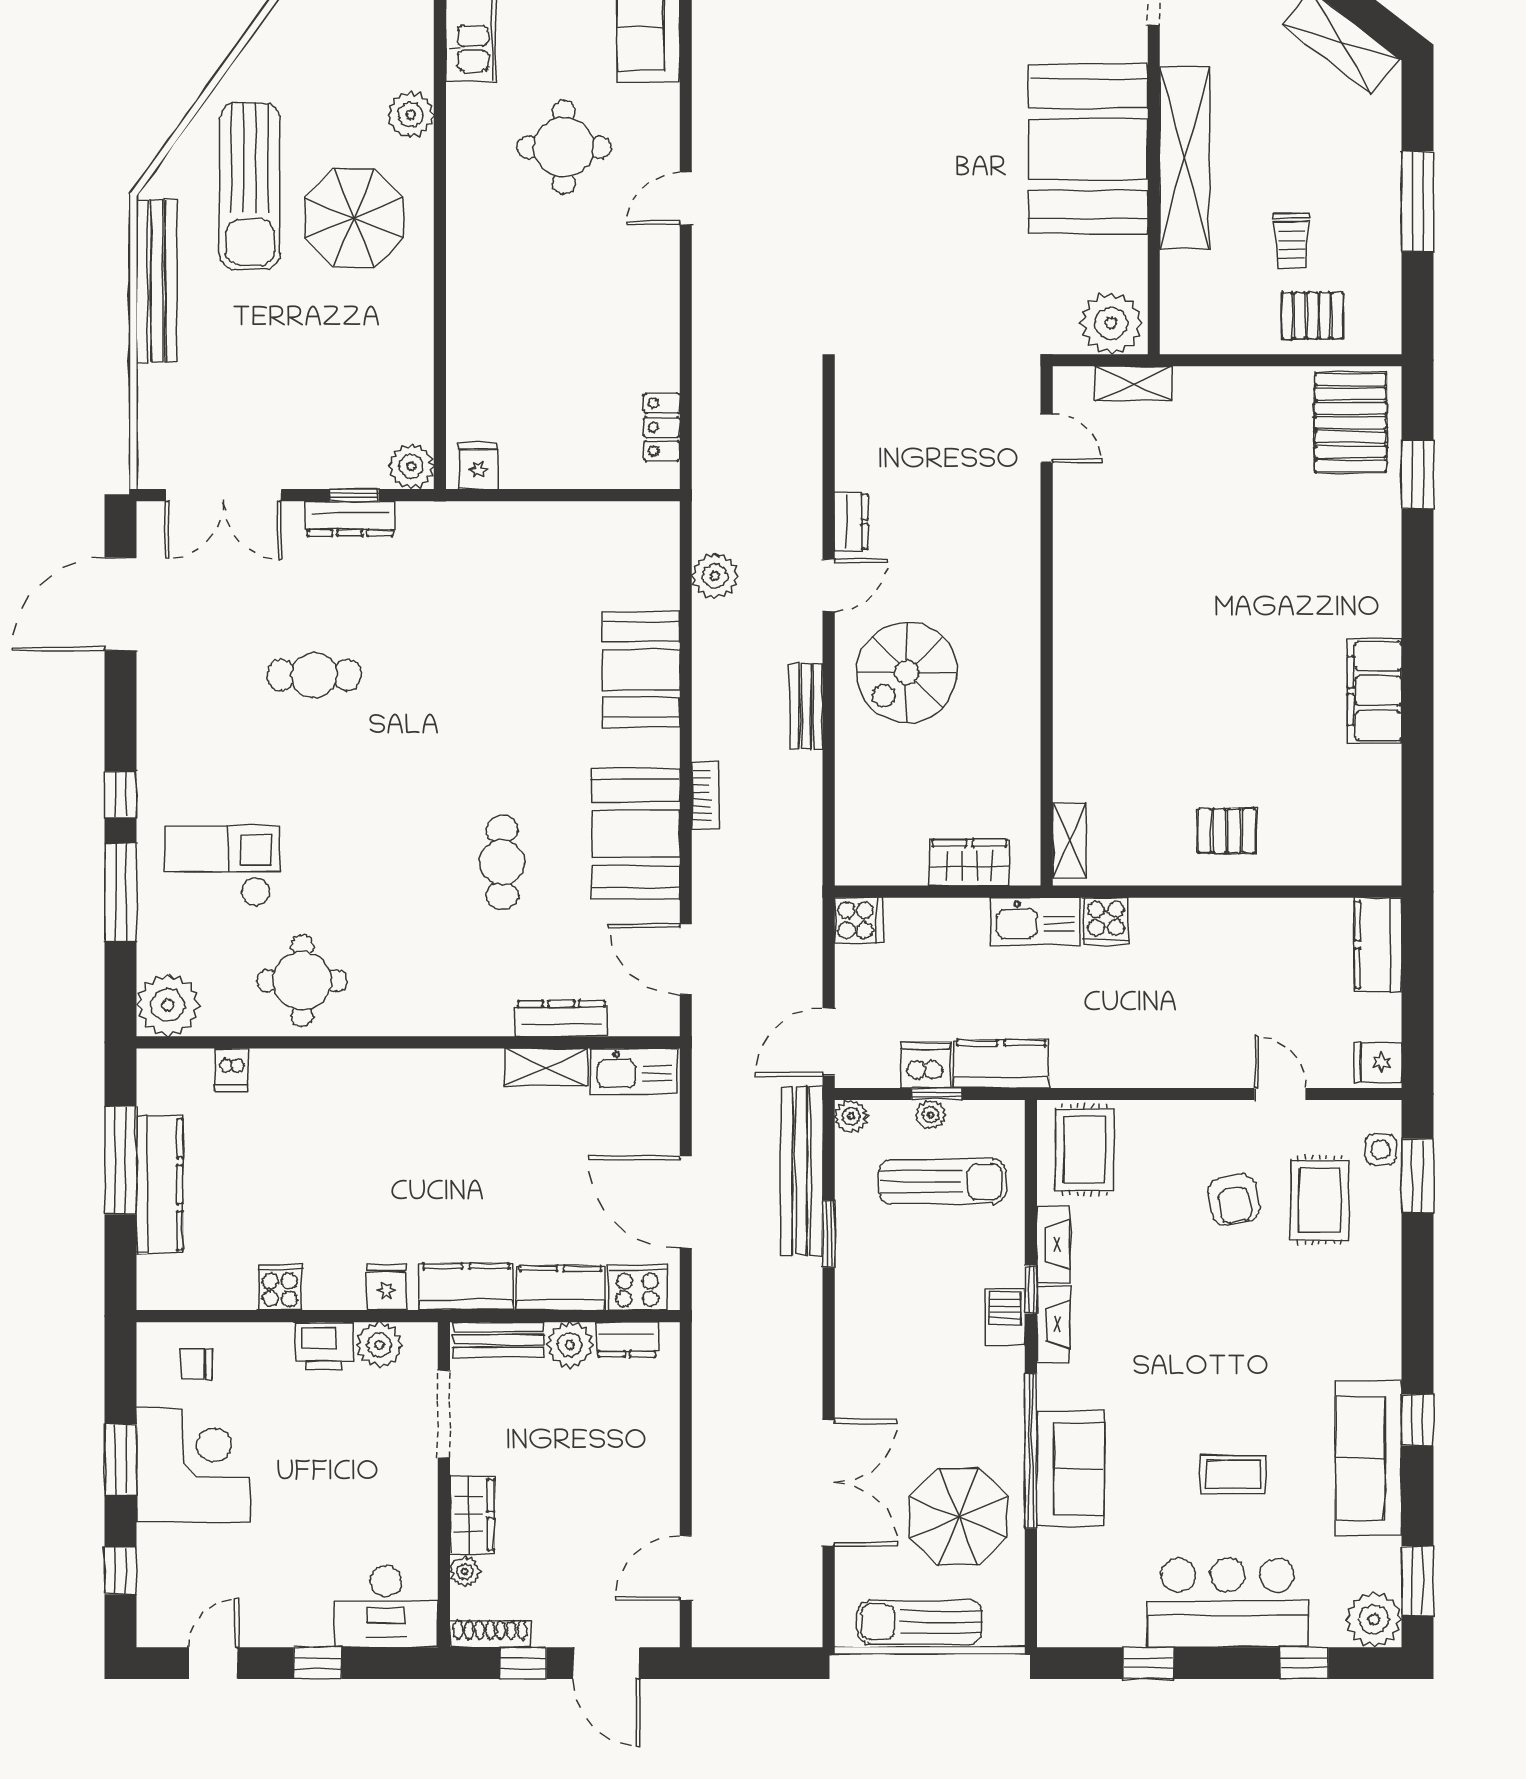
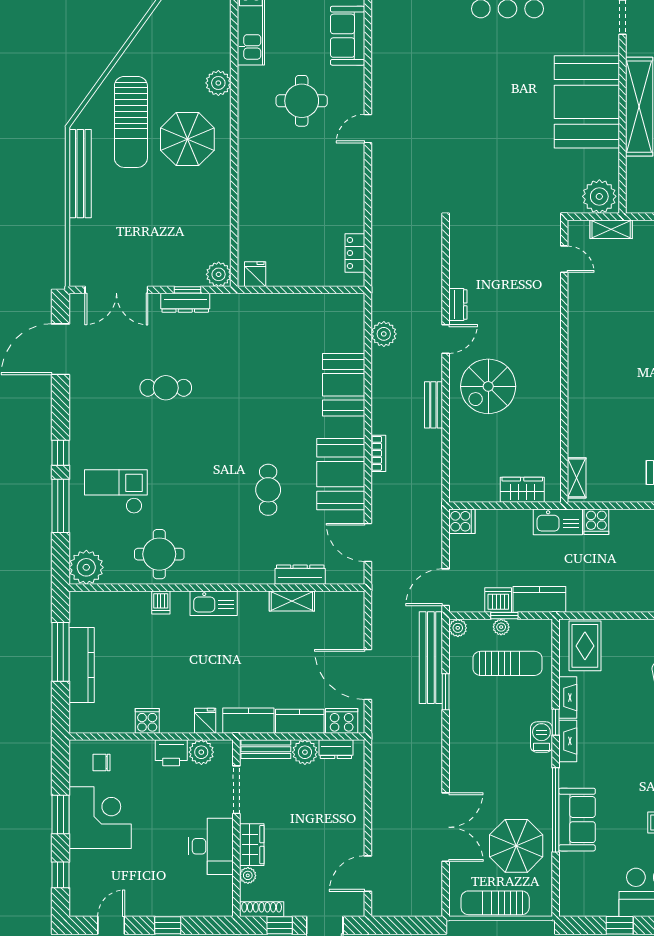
dishwasher: (232, 1070) -> (161, 603), moved
kitchen sink: (634, 1071) -> (214, 603), moved
desk: (386, 1606) -> (211, 846), moved, turned -90

